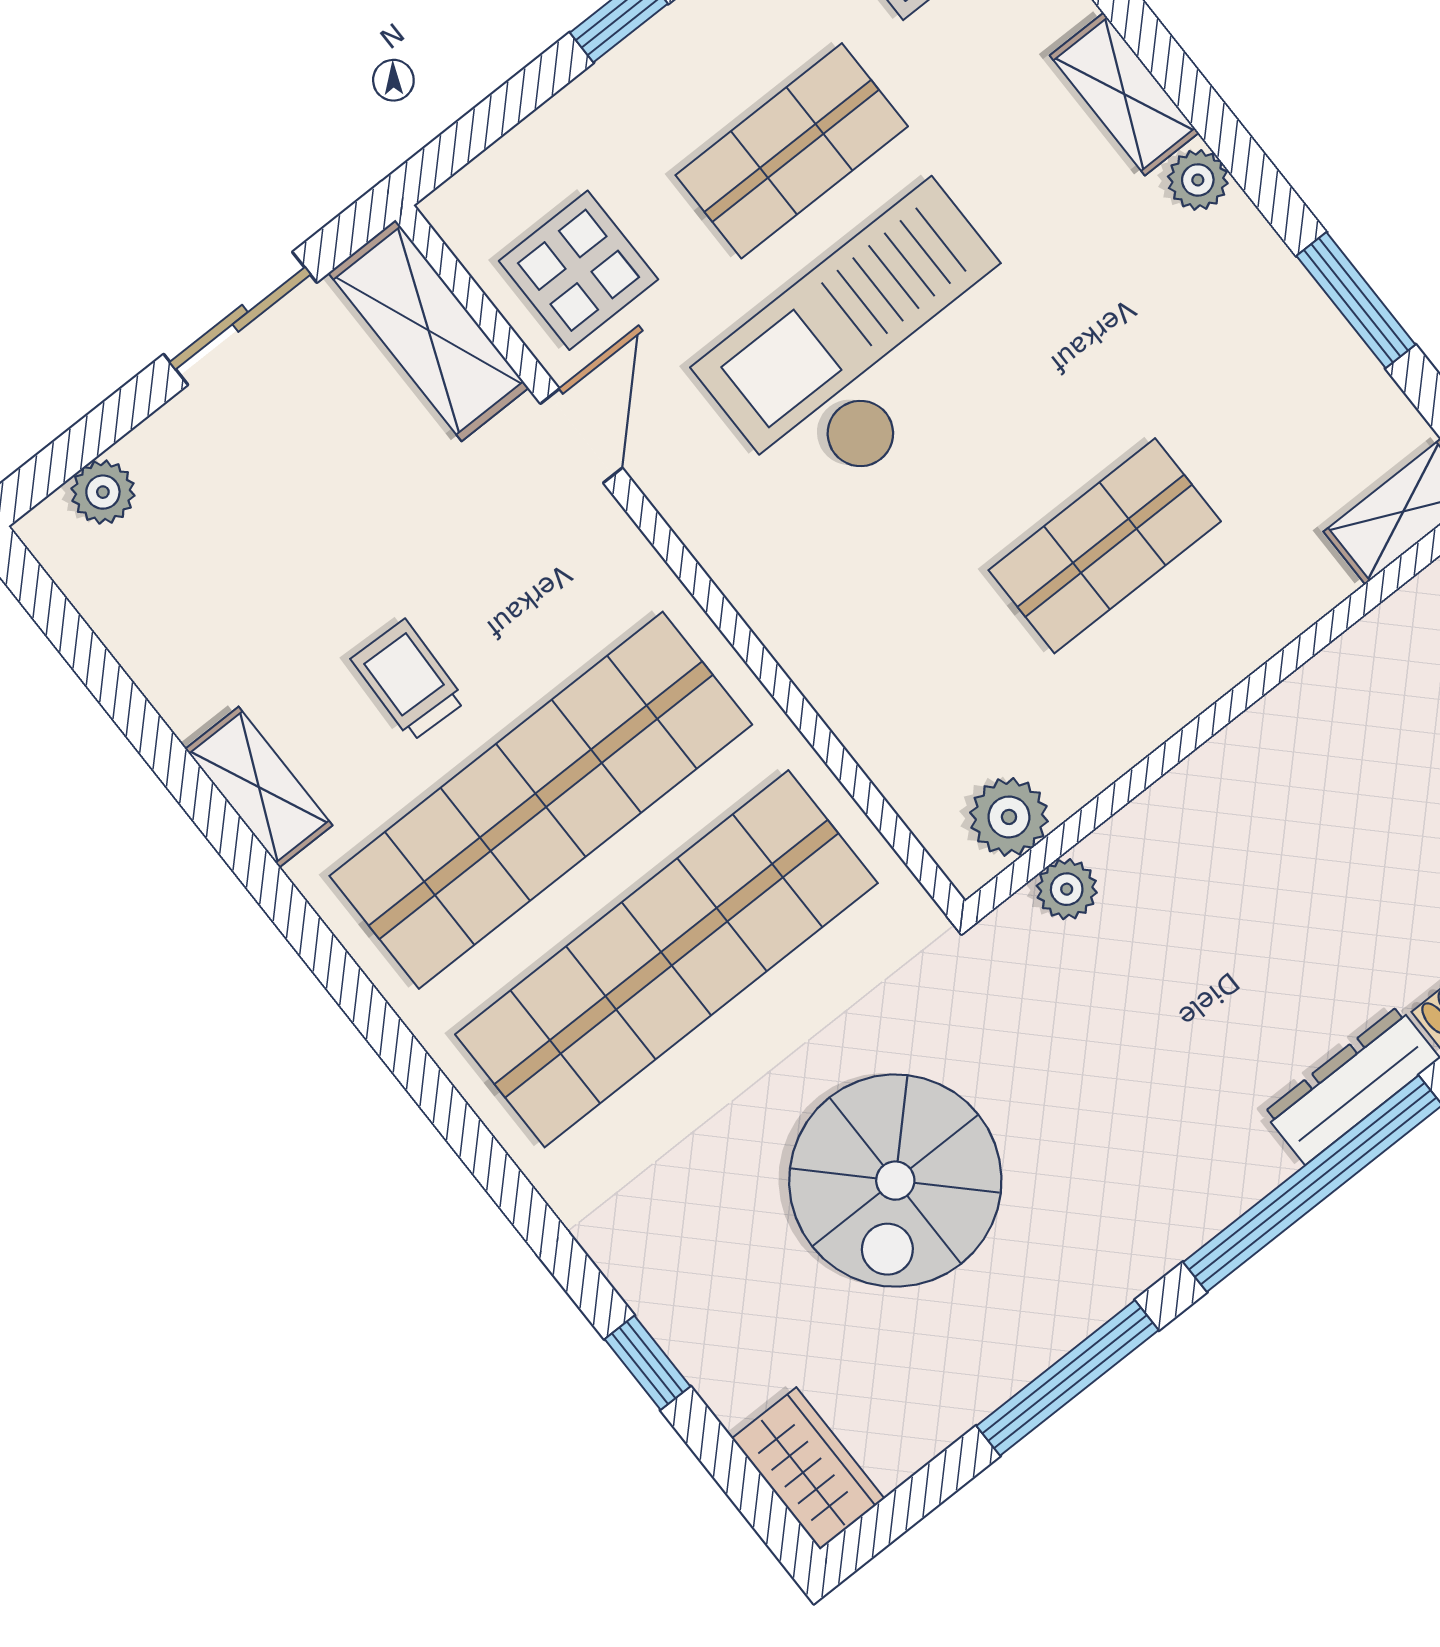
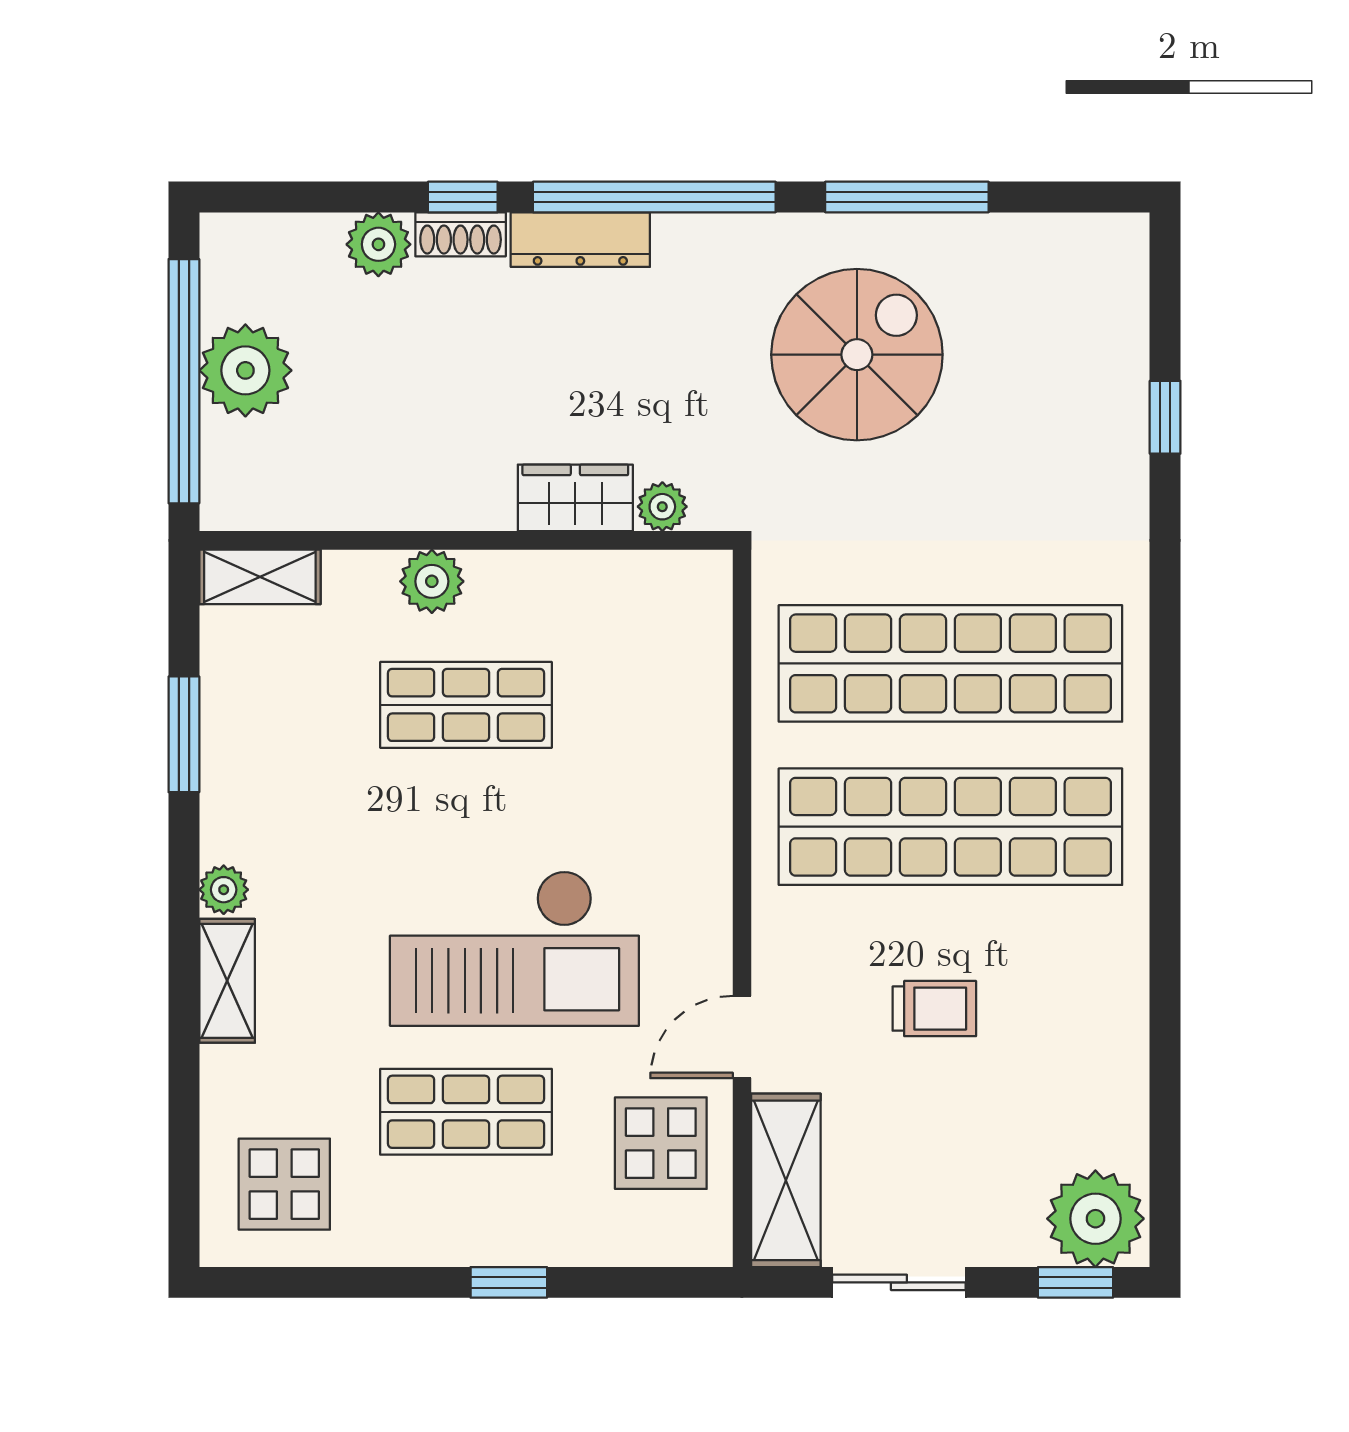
window: (69, 454) -> (1076, 1282), added
plant: (103, 492) -> (1095, 1219), width x1.88, depth x1.88
trolley: (408, 680) -> (934, 1009), moved, turned -92
shelving: (259, 787) -> (1122, 976), removed
plant: (1009, 817) -> (432, 581), moved
spiral stairs: (895, 1181) -> (857, 355), moved
wardrobe: (808, 1468) -> (575, 498), moved, turned 90

